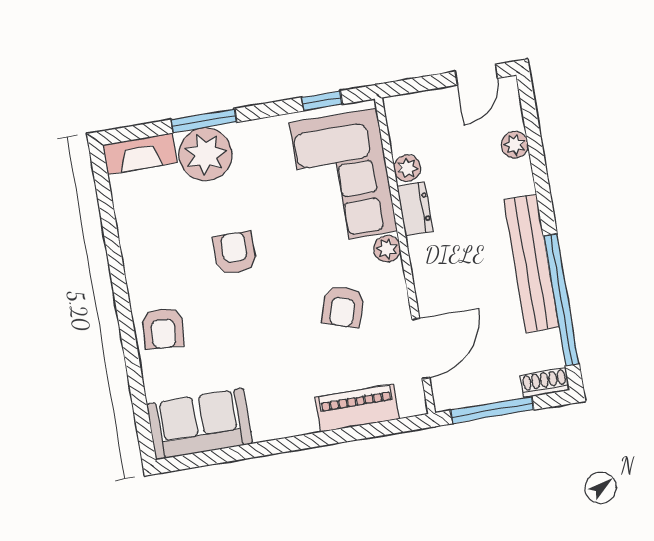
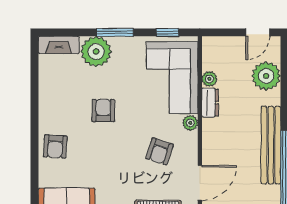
window: (204, 121) -> (115, 32), moved
plant: (515, 145) -> (266, 76), width x1.88, depth x1.88

